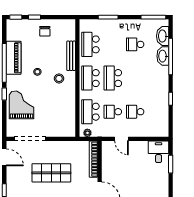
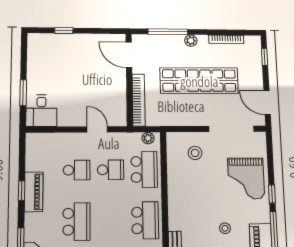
stool: (59, 78) -> (195, 153), moved
school desk: (113, 78) -> (77, 222), moved
piano: (163, 98) -> (34, 192), added
shop shelf: (51, 173) -> (199, 81), width x1.40

